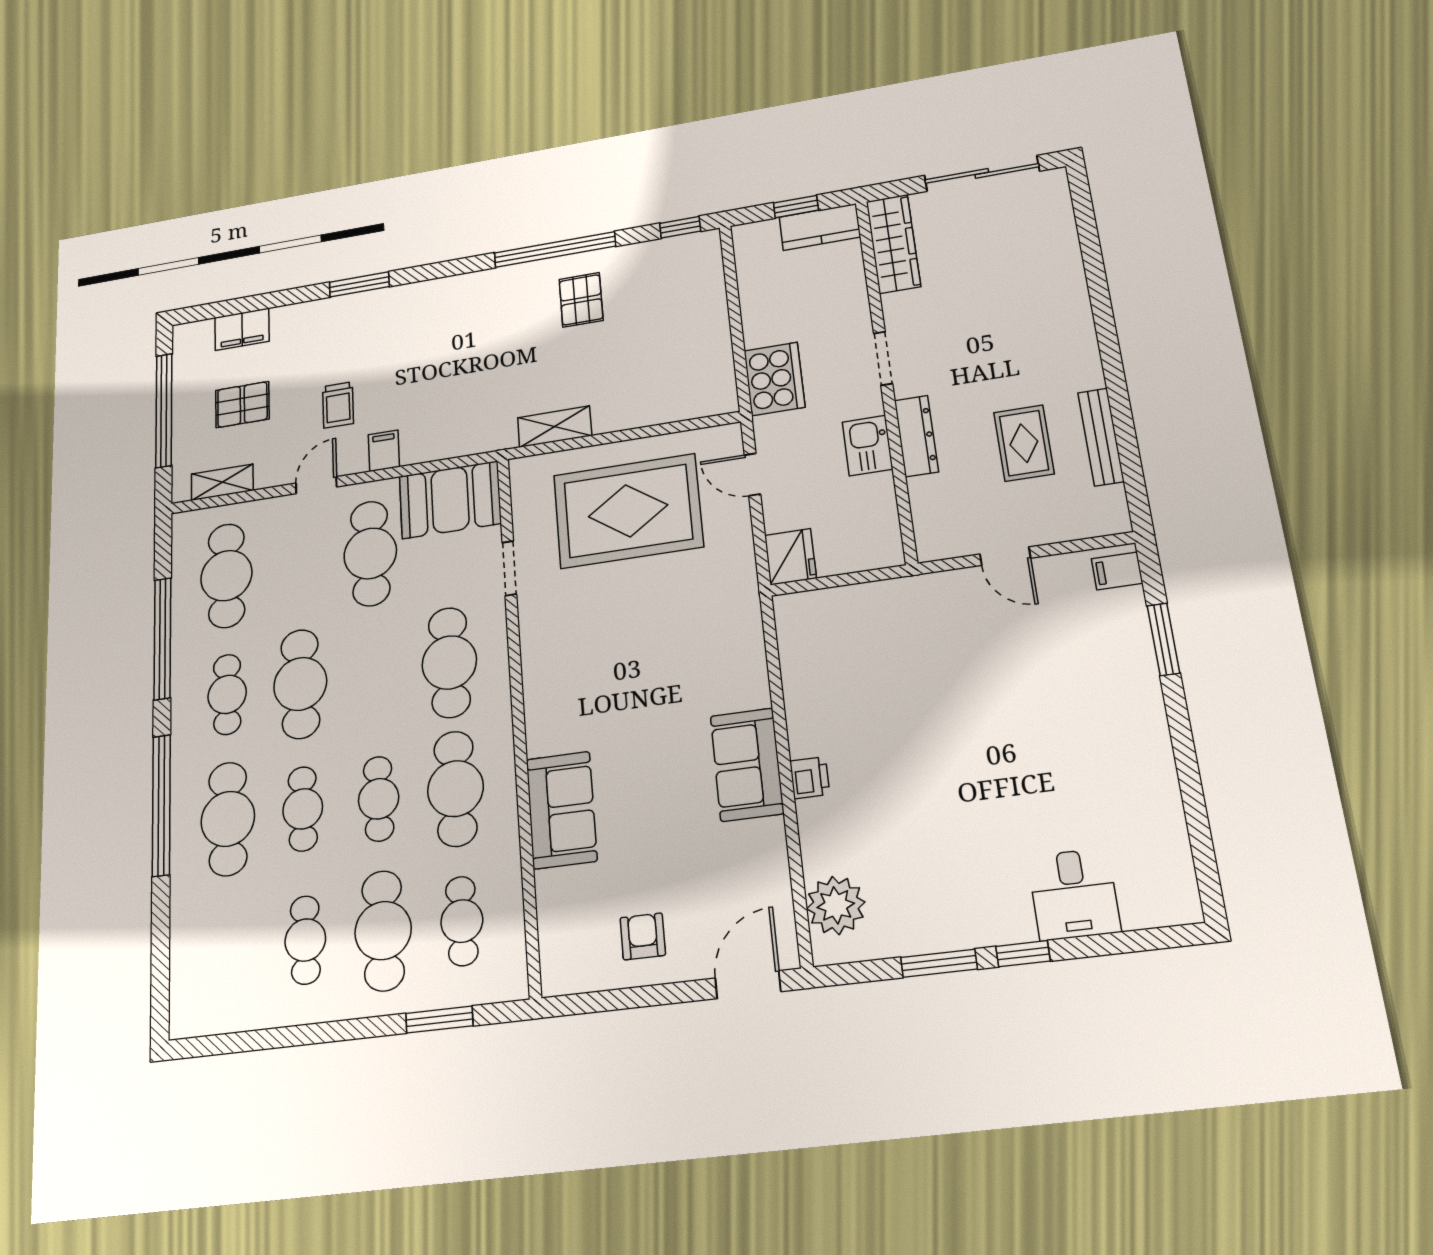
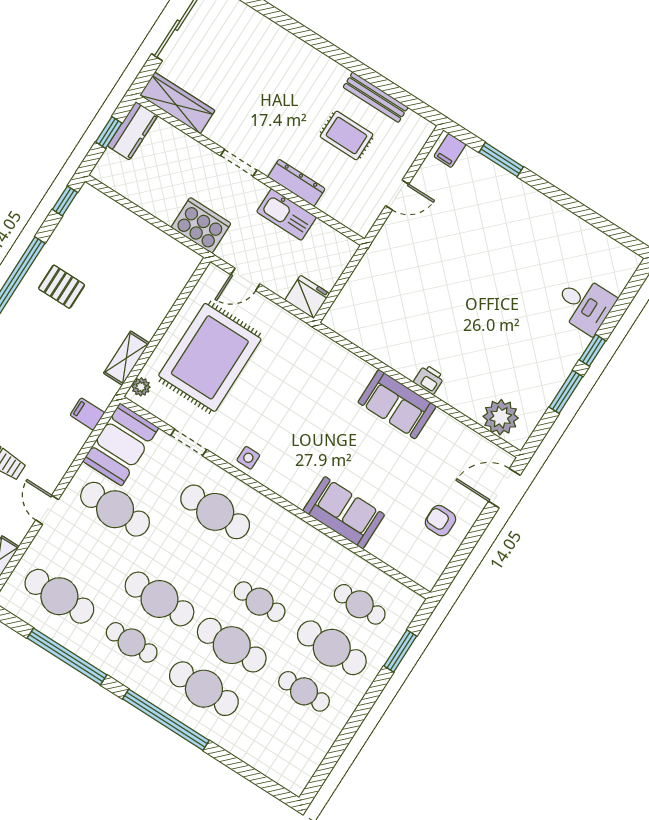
kitchen sink: (867, 446) -> (286, 214), width x1.38
filing cabinet: (384, 451) -> (87, 414), moved
plant: (534, 467) -> (141, 387), added
side table: (543, 647) -> (248, 458), added
cafe table: (455, 789) -> (287, 558), removed
cafe table: (303, 809) -> (232, 645), width x1.37, depth x1.35
door: (748, 985) -> (504, 488), hinge flipped

